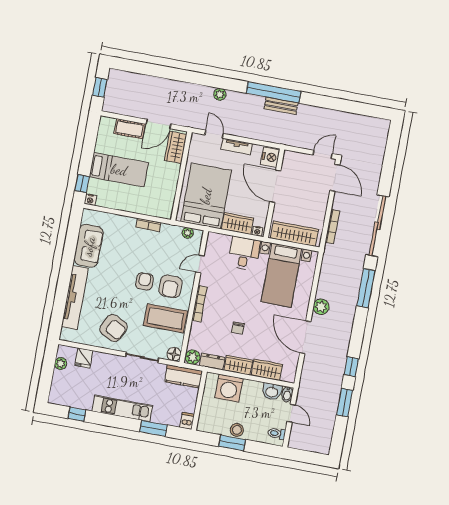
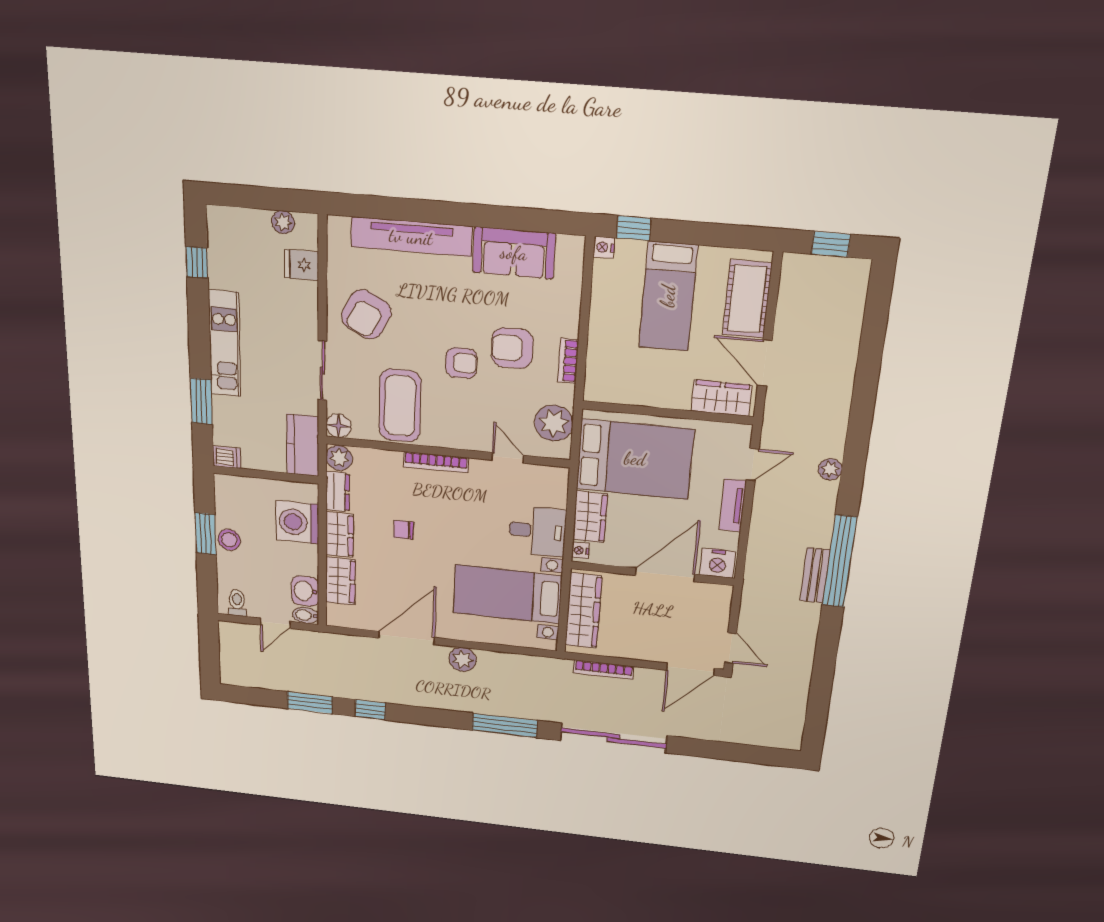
cot: (129, 129) -> (747, 299), width x1.37, depth x1.34
plant: (188, 233) -> (554, 423), width x1.88, depth x1.88
armchair: (171, 286) -> (512, 348), moved

